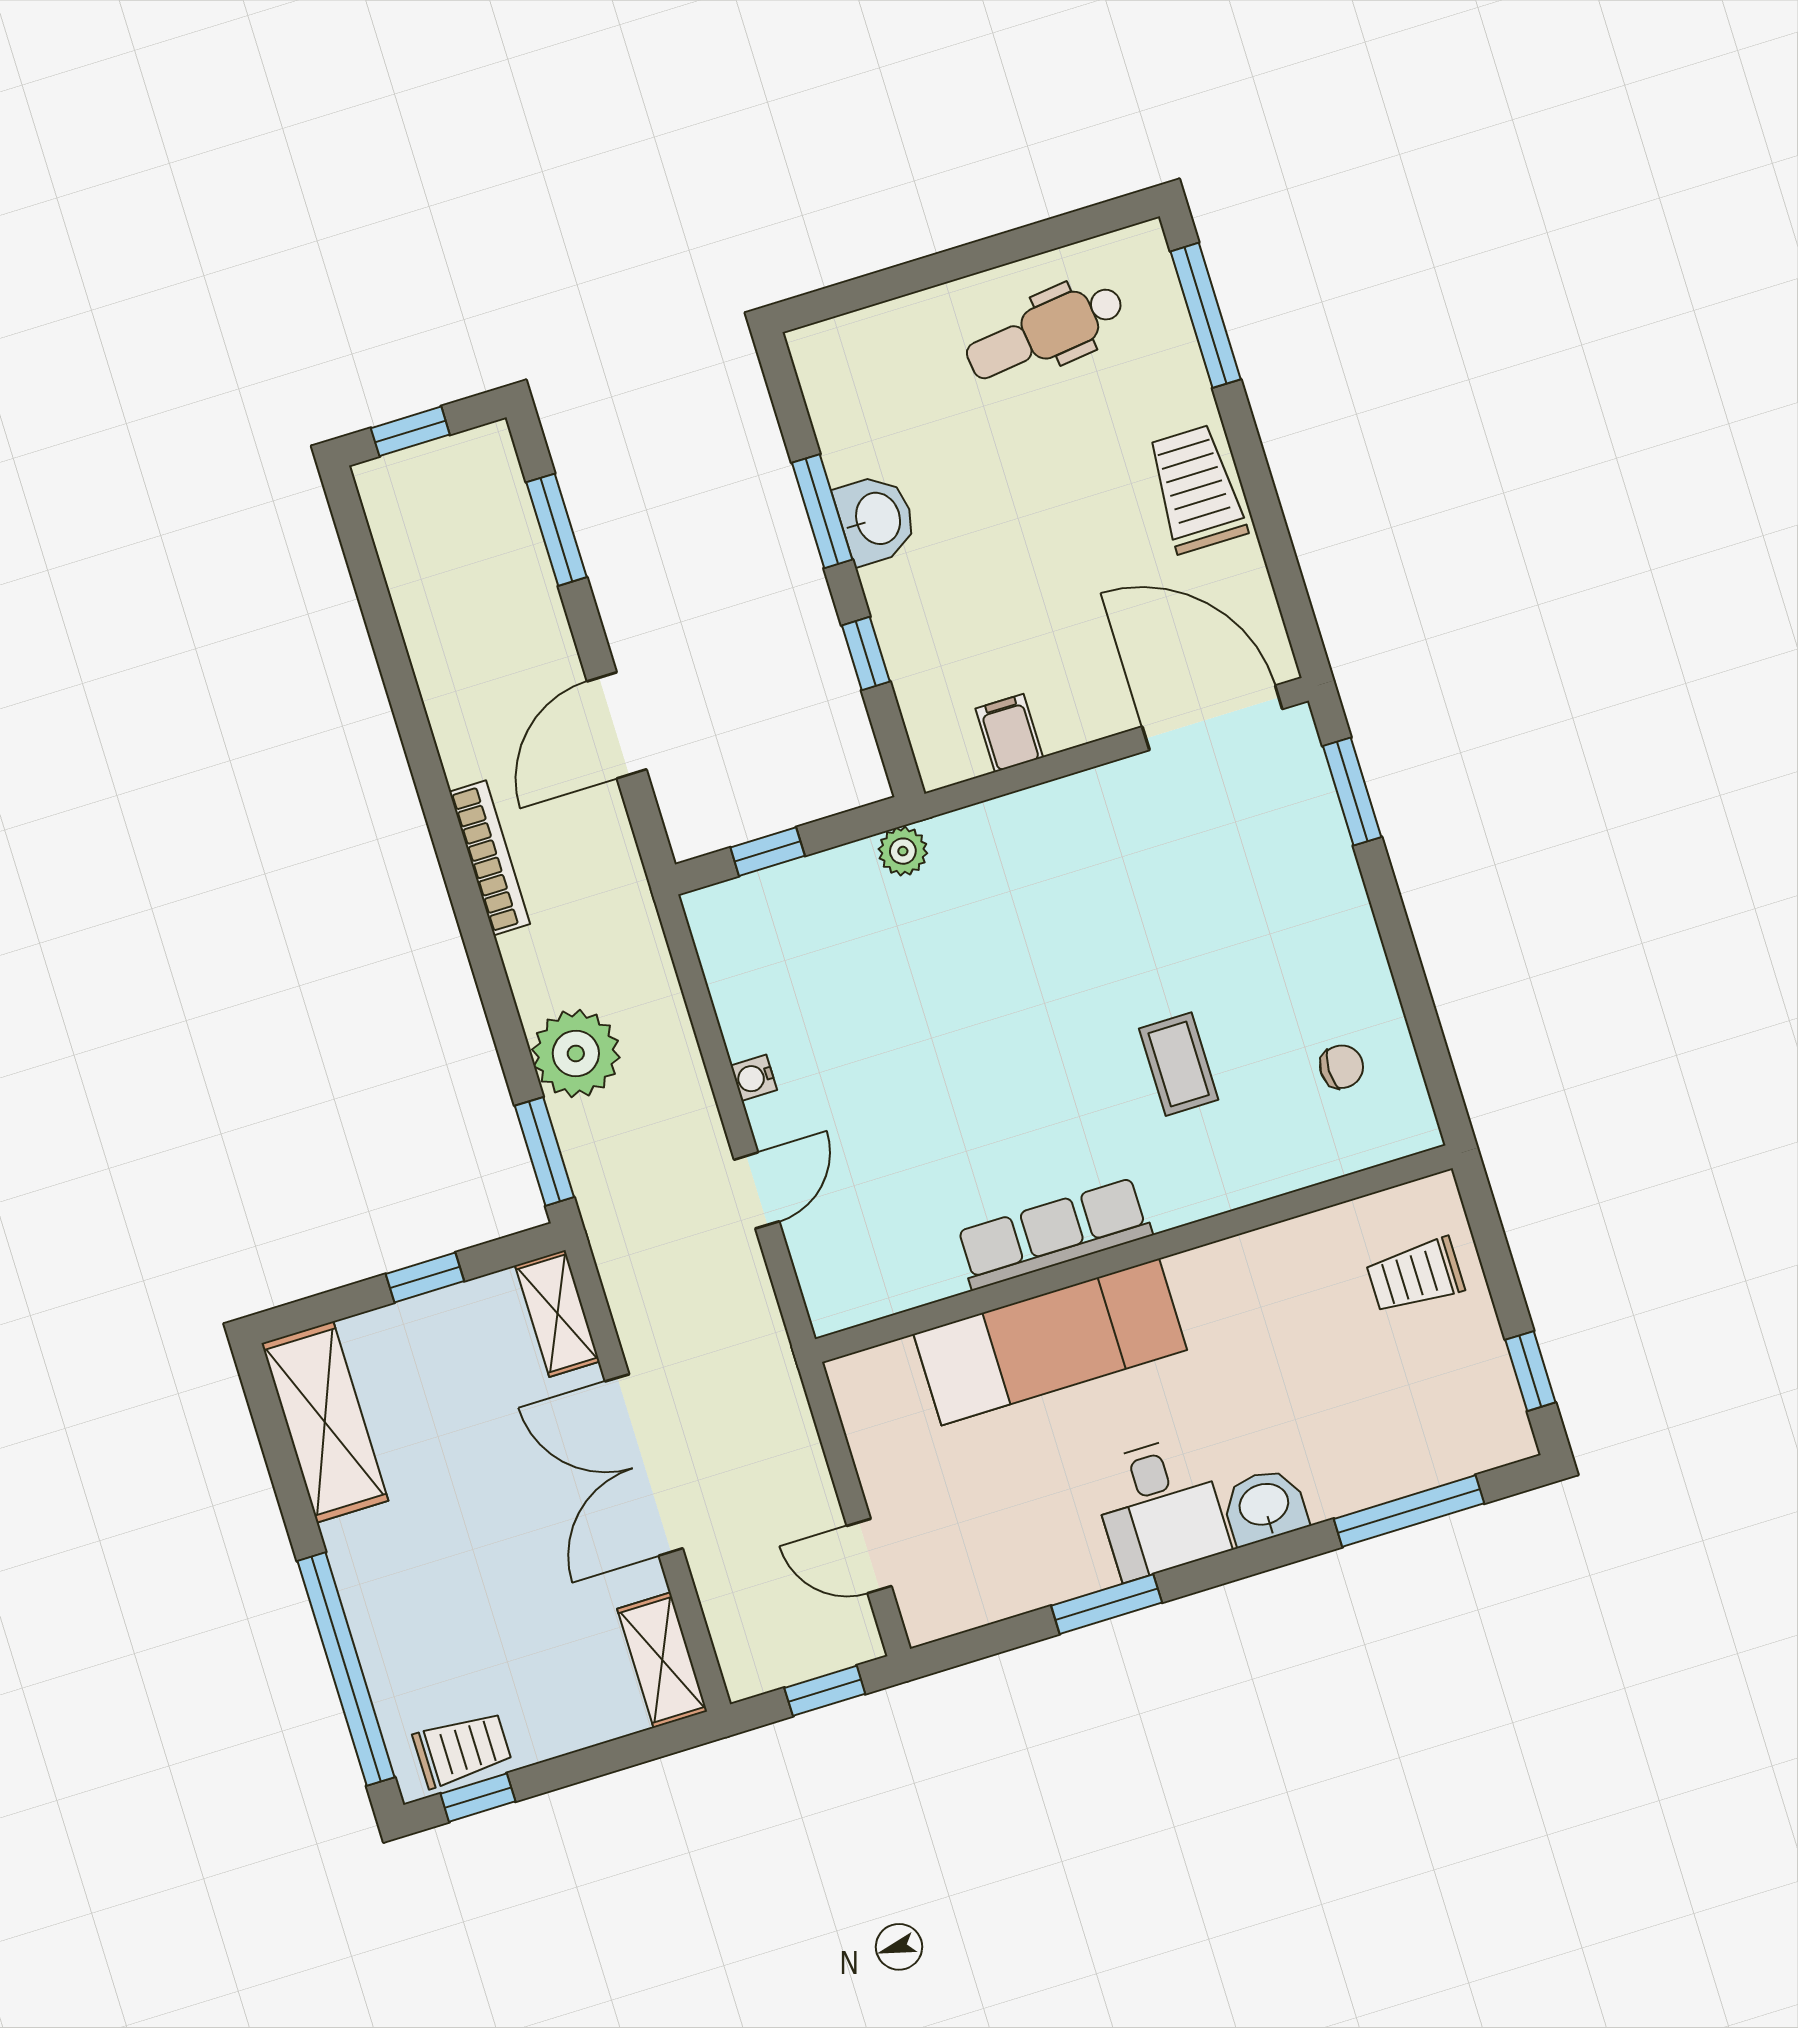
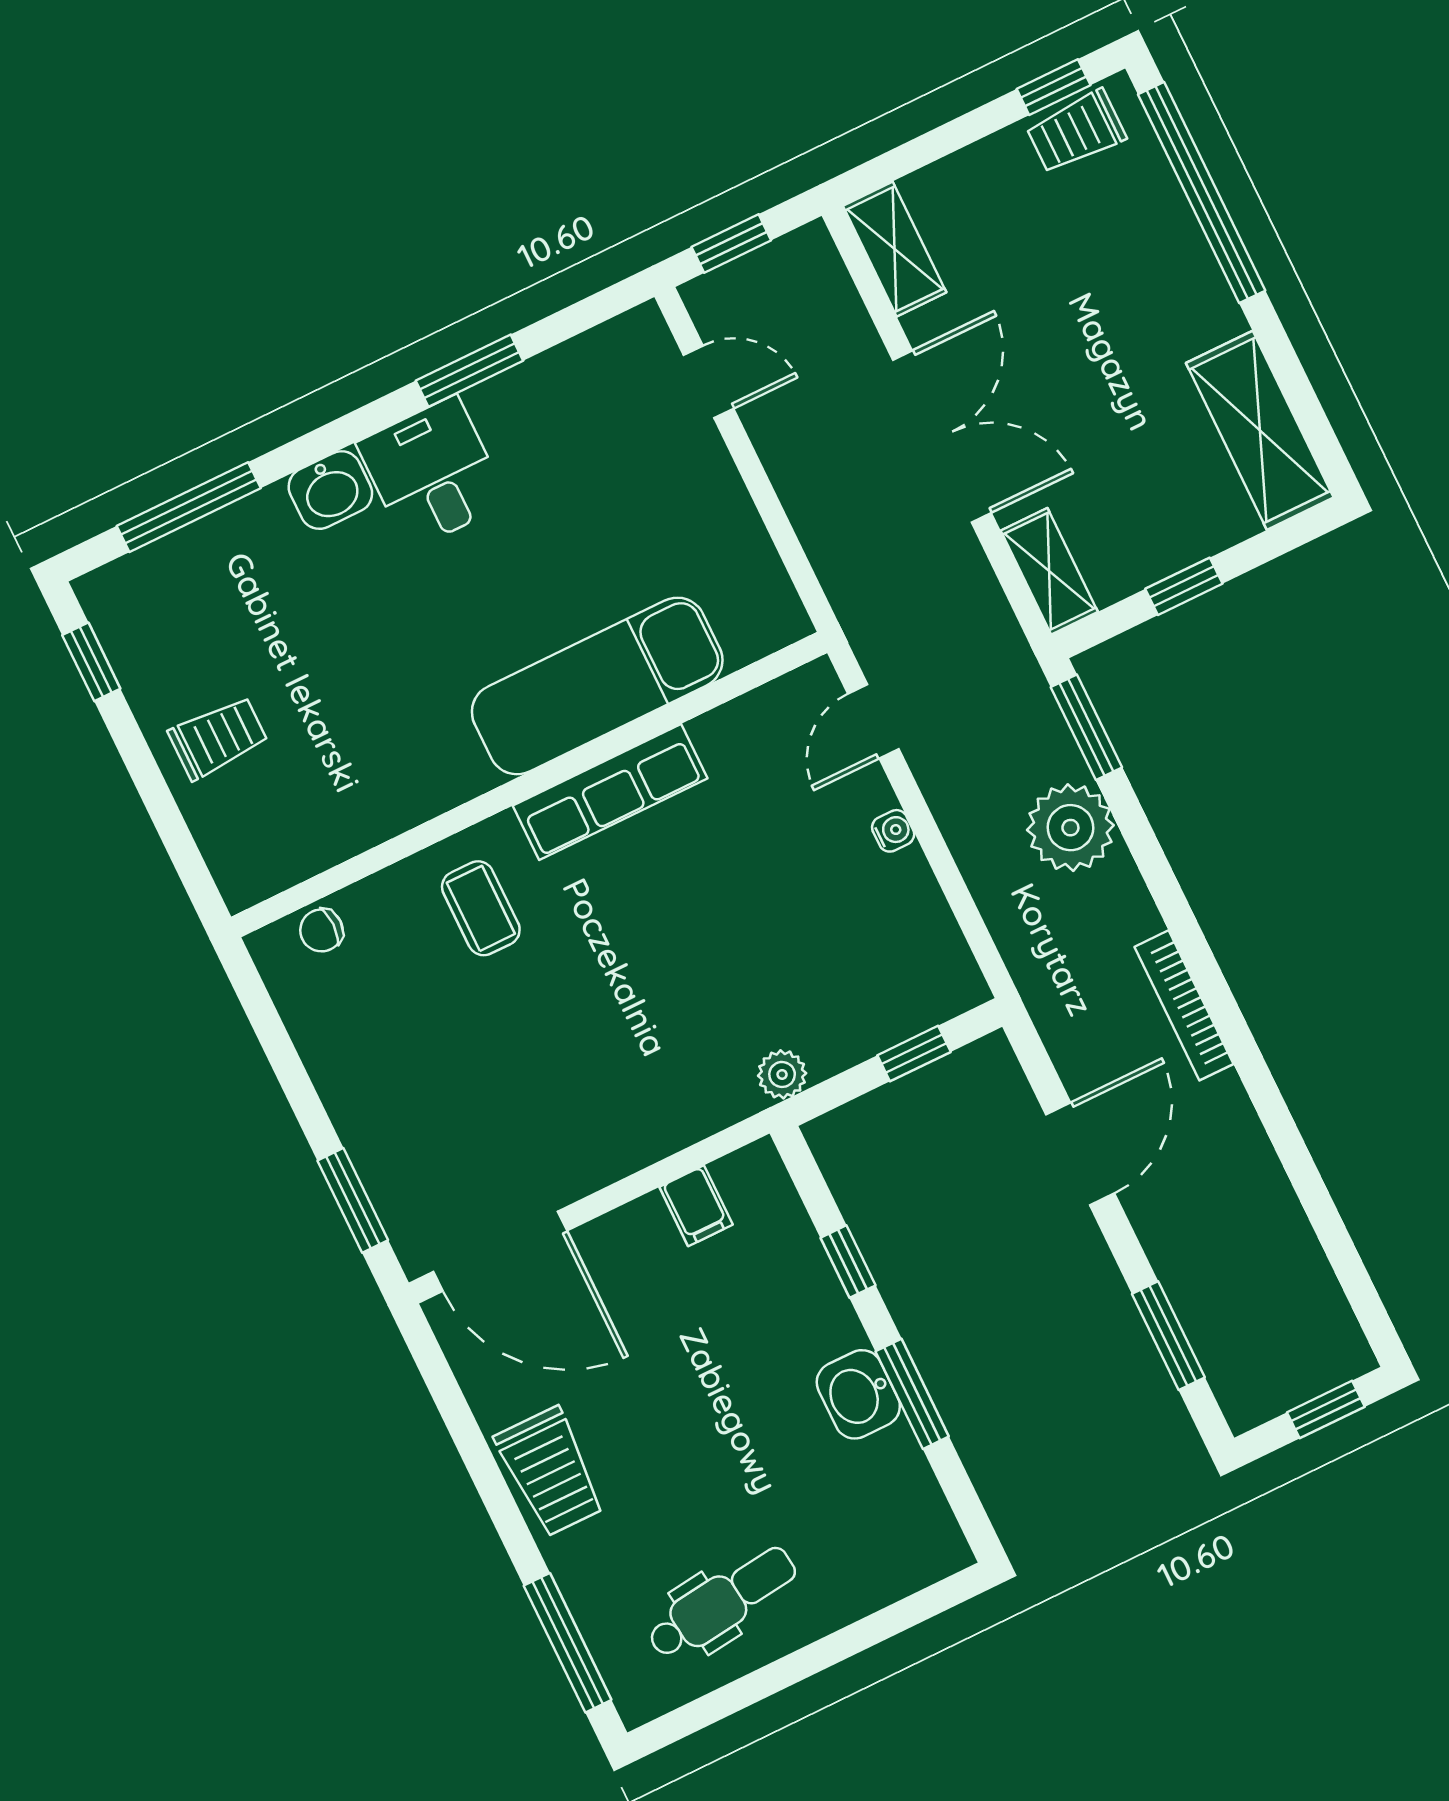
row of seats: (1054, 1234) -> (610, 792), moved
wall: (1134, 1254) -> (529, 785), moved
exam couch: (1050, 1342) -> (597, 686), moved

